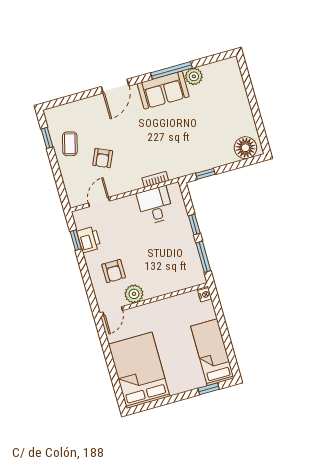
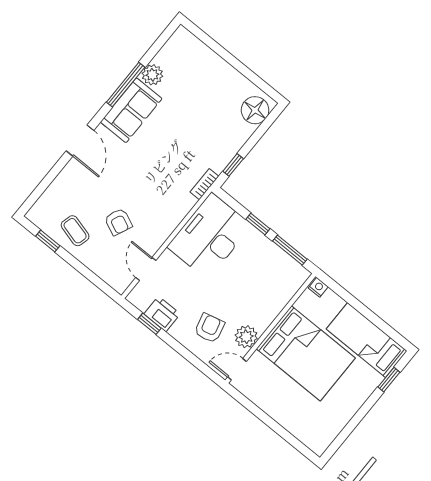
bookcase: (155, 179) -> (204, 184), moved
desk: (155, 205) -> (209, 236), width x1.87, depth x1.30
armchair: (114, 271) -> (209, 328), turned -104
door: (113, 311) -> (237, 369), swing flipped
bed: (139, 370) -> (306, 353), moved, turned 180

